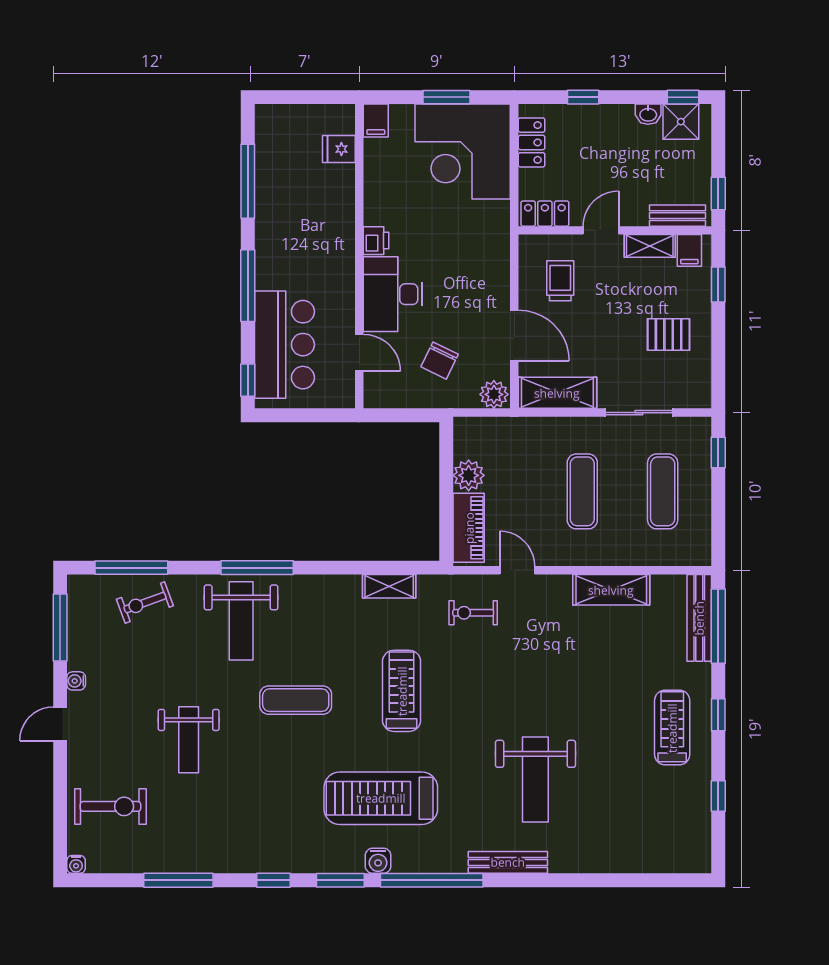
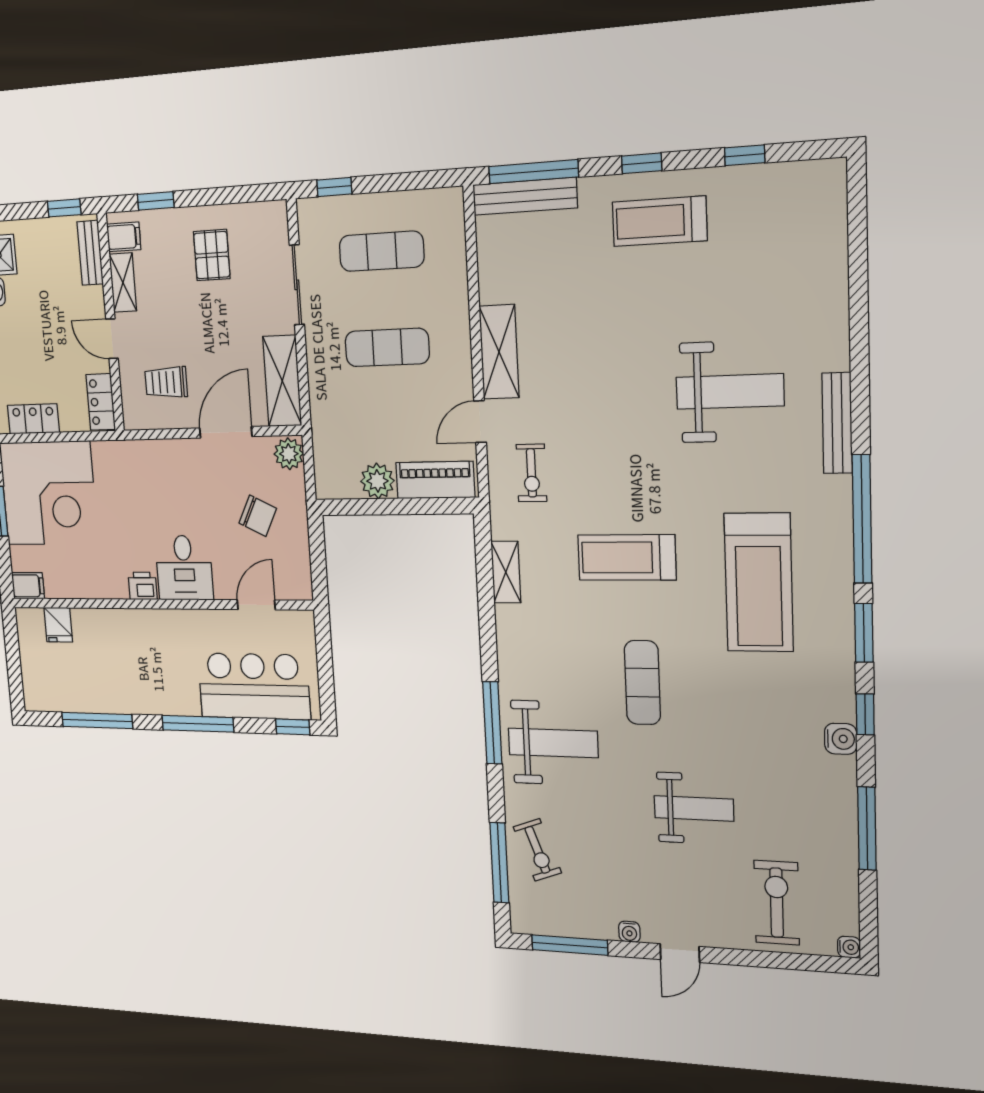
desk: (393, 294) -> (184, 568), width x0.73
shelving: (611, 590) -> (499, 352), moved
door: (60, 724) -> (680, 953), hinge flipped
water cooler: (378, 861) -> (841, 739), moved

